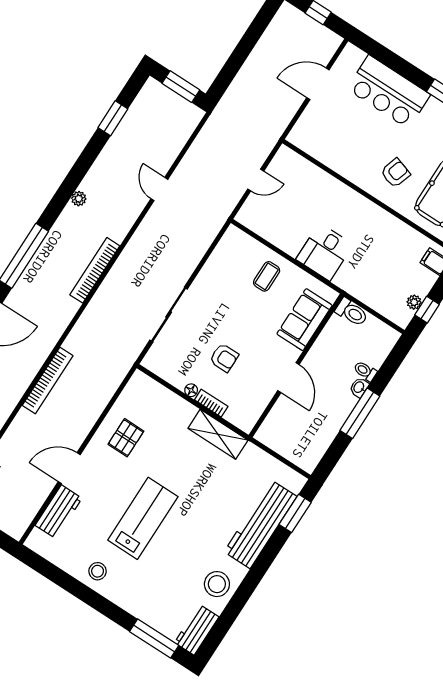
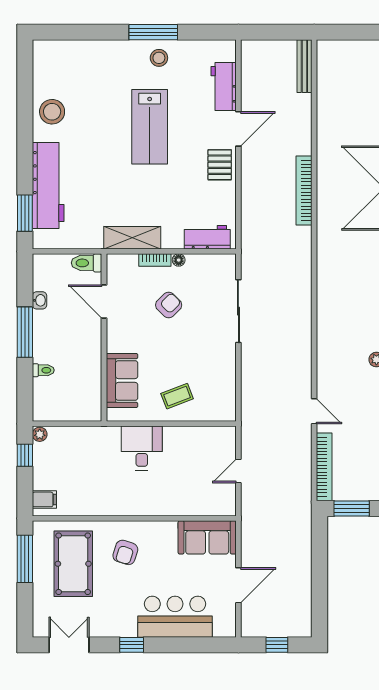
sofa: (318, 141) -> (207, 537), added
bookcase: (95, 270) -> (324, 467), moved
coffee table: (267, 276) -> (177, 396), turned 69
plant: (414, 302) -> (40, 434), moved
toilet: (352, 312) -> (87, 263), moved
armchair: (224, 358) -> (169, 305), turned 135
door: (288, 378) -> (104, 301), moved
washbasin: (359, 387) -> (40, 300), moved
pallet: (126, 438) -> (220, 165), moved
workbench: (197, 630) -> (207, 237), moved, turned -90
window: (154, 639) -> (153, 32), moved

